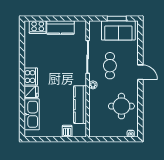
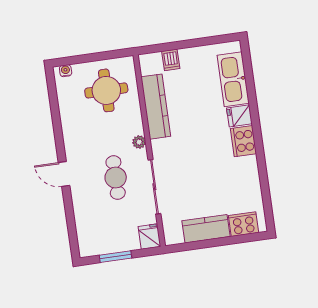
fridge: (95, 28) -> (149, 236), added
sofa: (118, 30) -> (110, 237), removed
round table: (121, 106) -> (106, 90), moved

